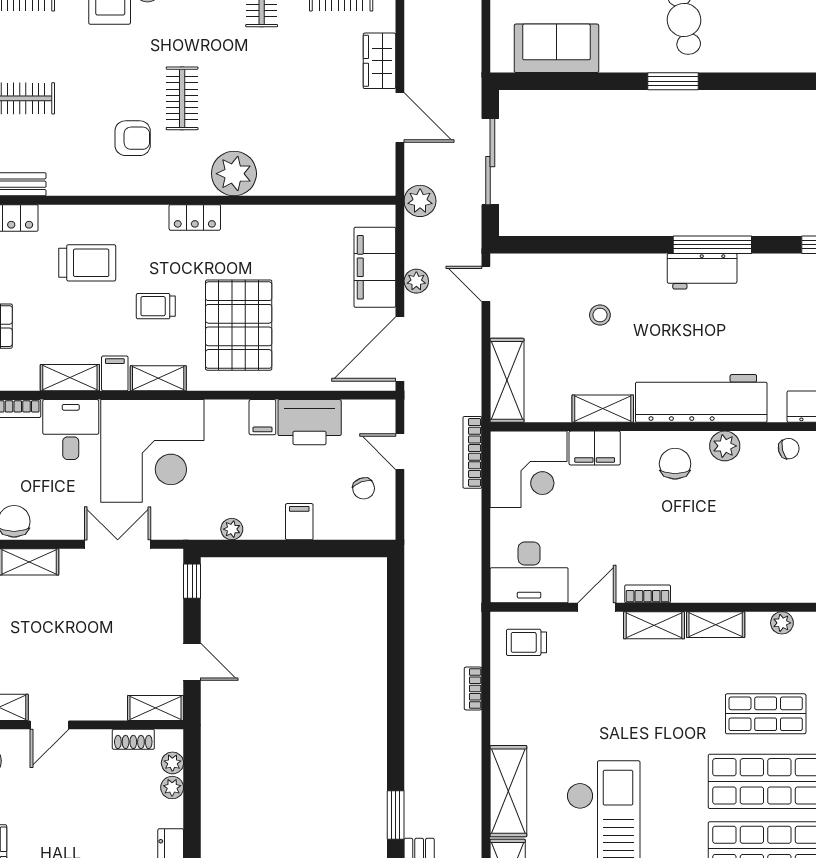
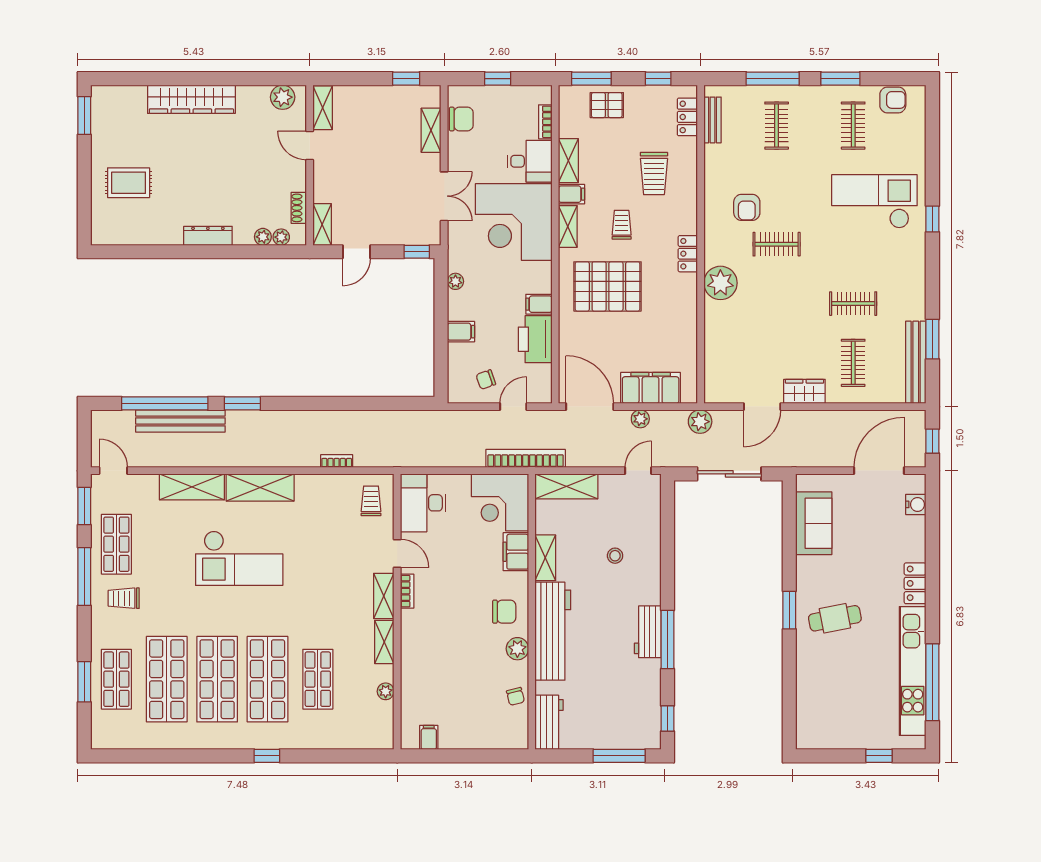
bookcase: (472, 452) -> (526, 458), width x1.48, depth x1.31

